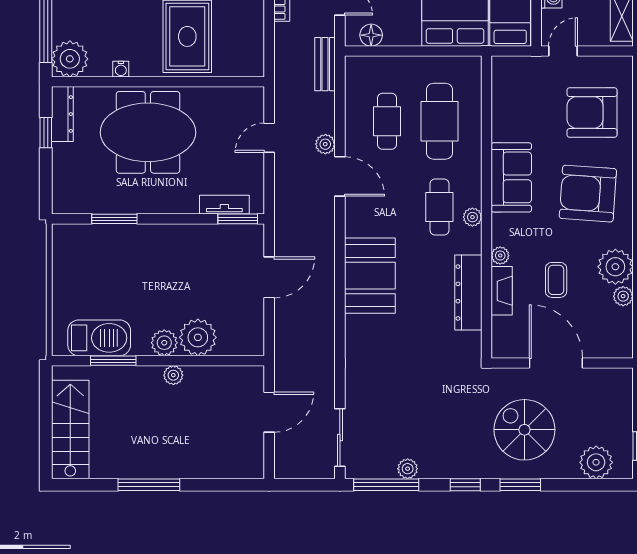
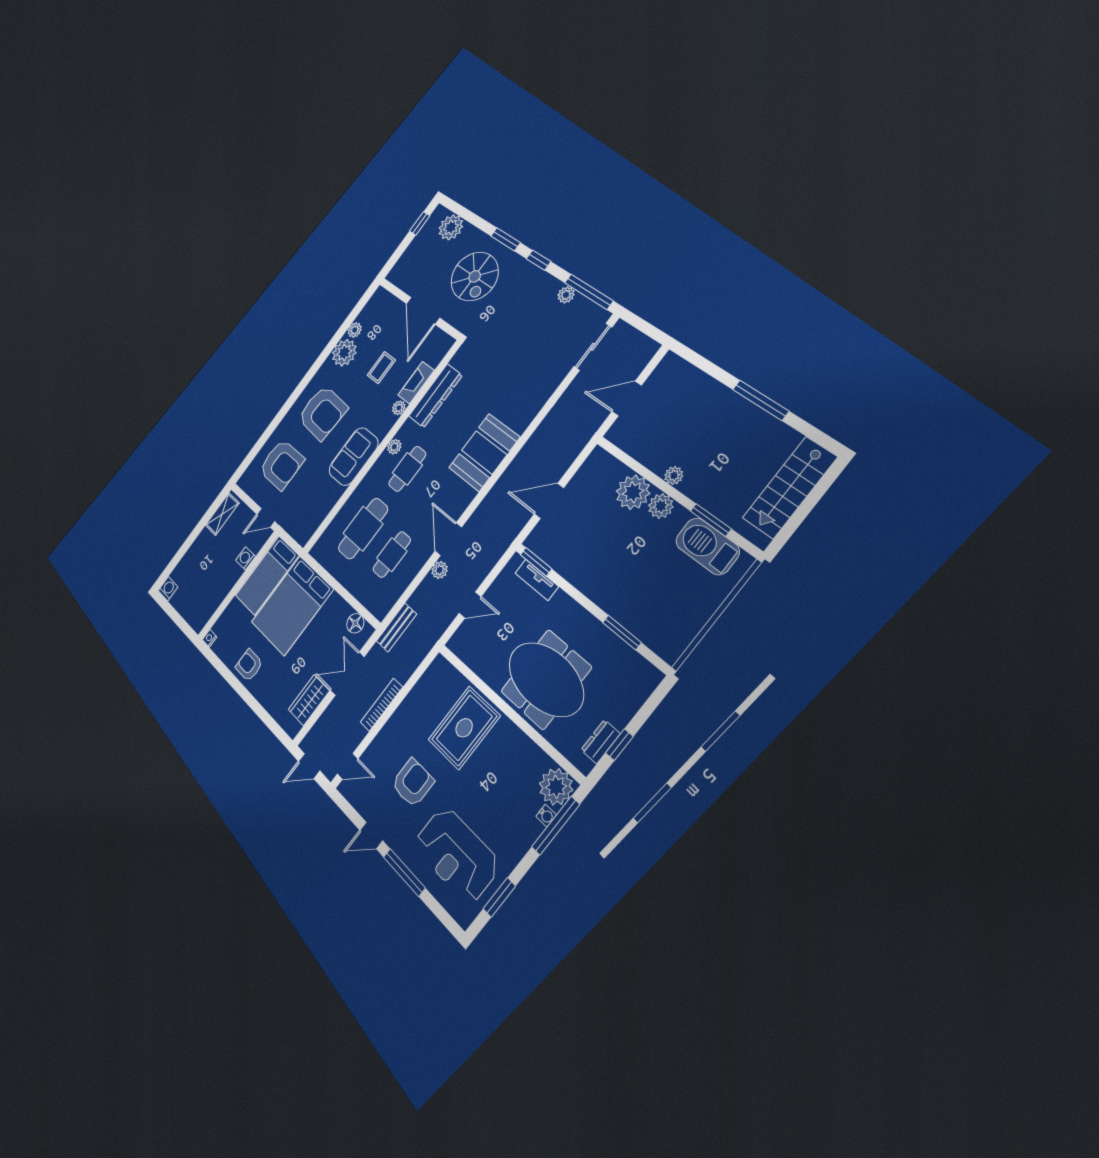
water cooler: (121, 69) -> (546, 816), moved, turned 90
dresser: (62, 114) -> (601, 742), width x0.70

